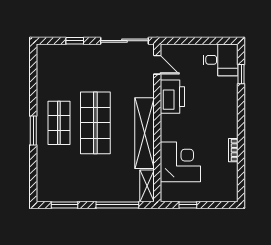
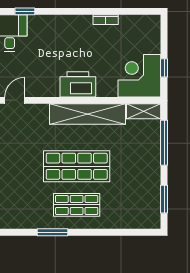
printer: (172, 97) -> (78, 84), moved
window: (33, 131) -> (53, 232), moved
corner desk: (180, 162) -> (139, 76), moved

